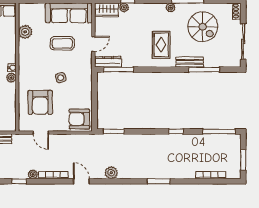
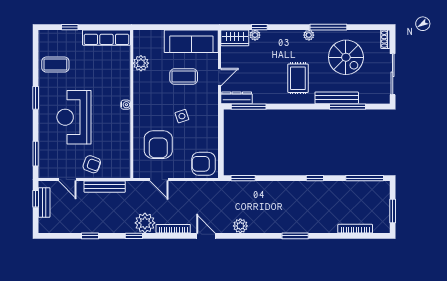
bench: (190, 62) -> (337, 98), width x1.36
plant: (11, 78) -> (125, 116), removed
plant: (33, 174) -> (145, 223), width x1.87, depth x1.87

